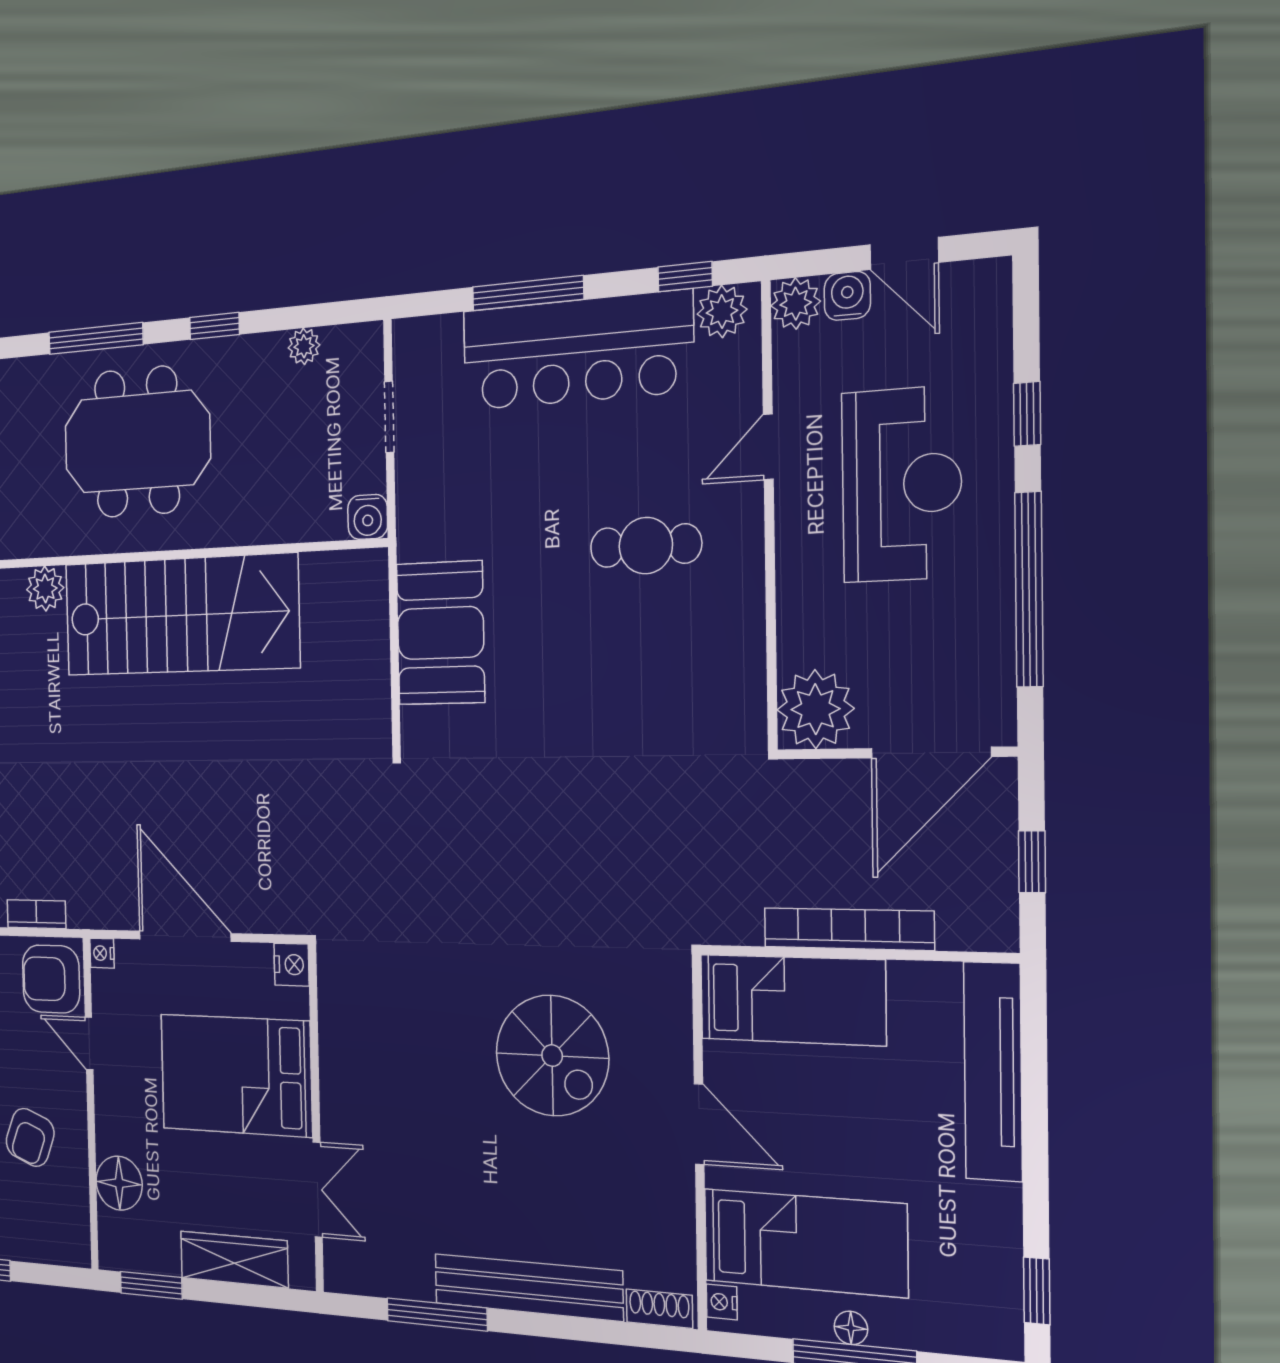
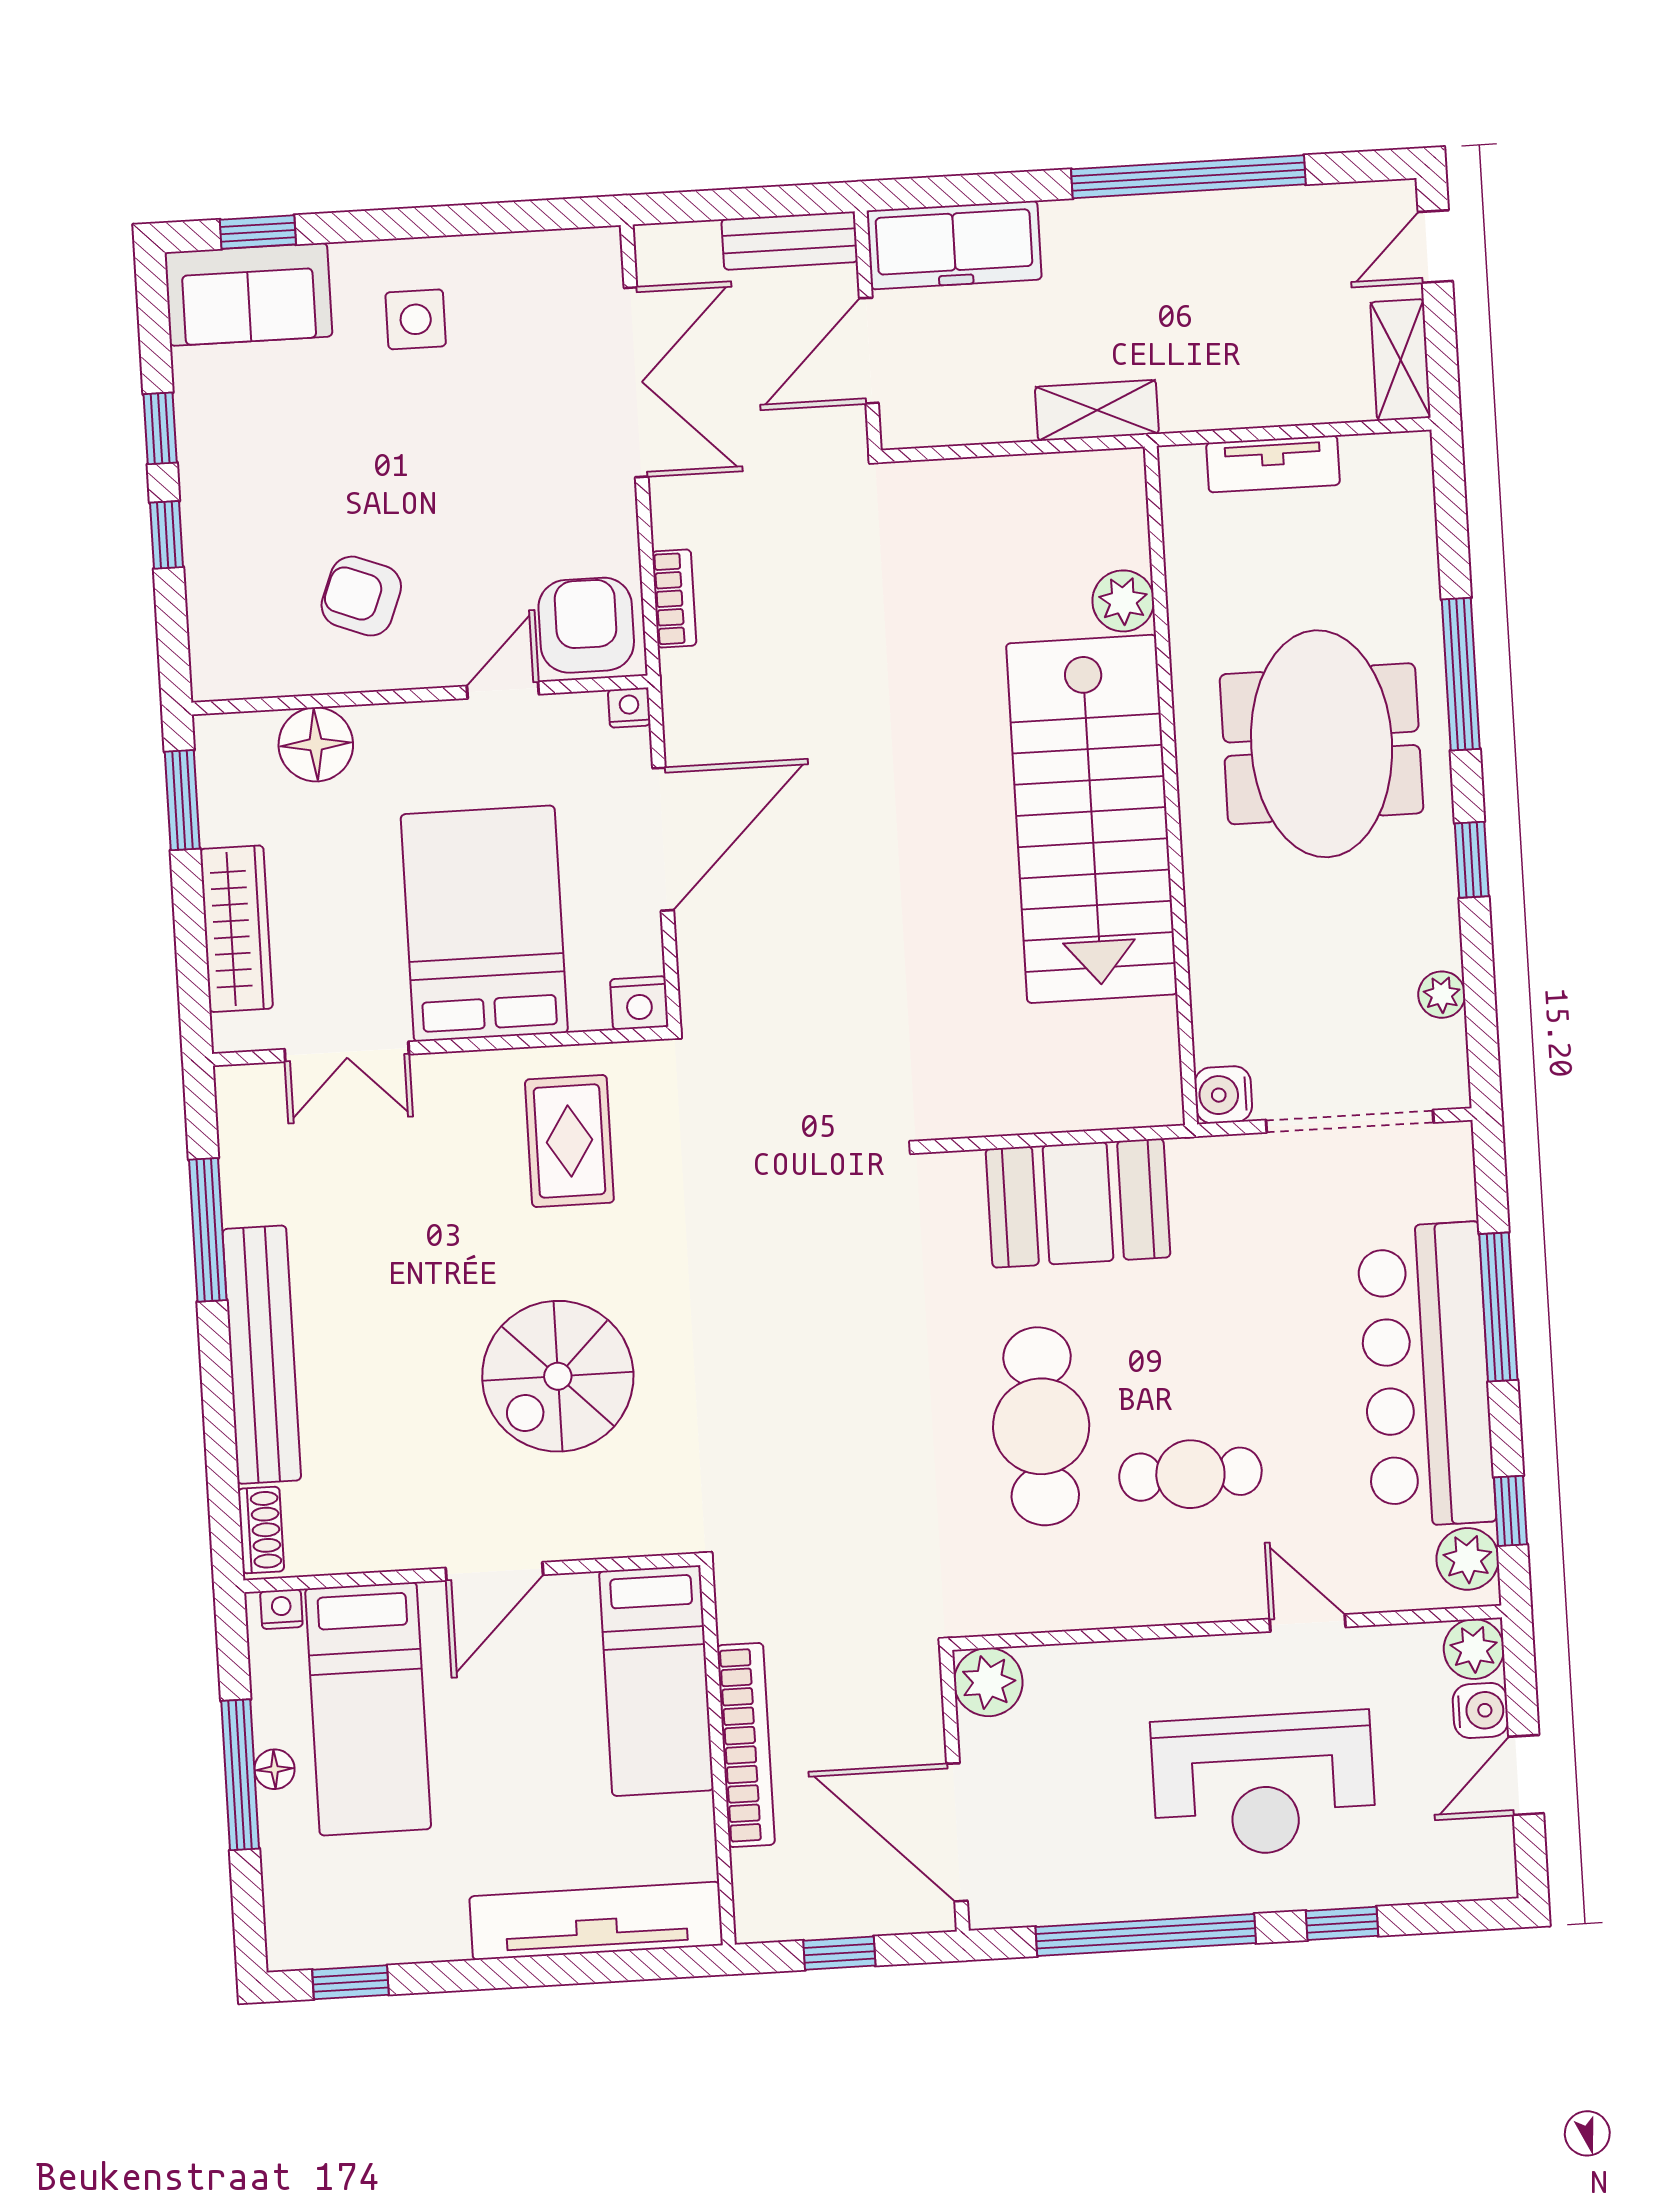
doorway: (389, 417) -> (1350, 1121), width x1.88
cafe table: (646, 546) -> (1190, 1474), turned 90
cafe table: (604, 668) -> (1041, 1426), added
plant: (815, 709) -> (988, 1682), width x0.73, depth x0.73
rug: (384, 1028) -> (569, 1141), added

